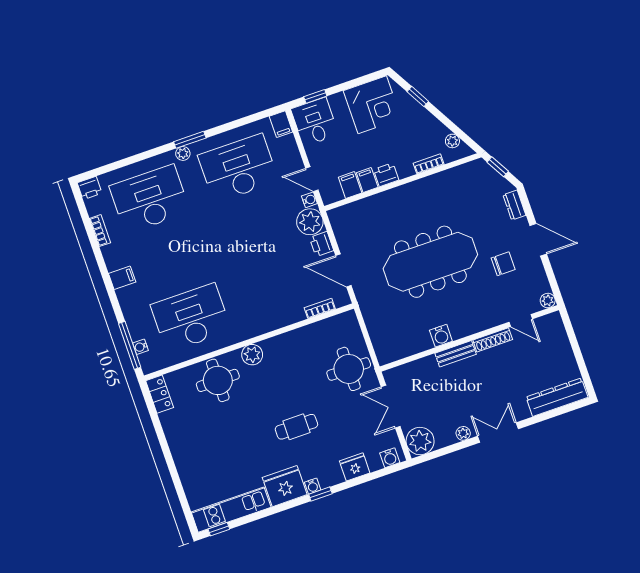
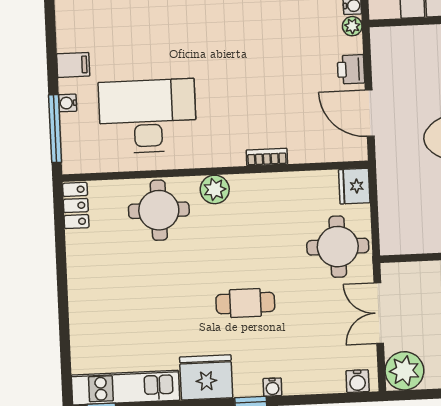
plant: (310, 222) -> (352, 26), width x0.53, depth x0.53
filing cabinet: (122, 278) -> (73, 65), moved
bookcase: (320, 308) -> (267, 157), moved
water cooler: (141, 347) -> (68, 103), moved
fridge: (355, 467) -> (354, 186), moved, turned -90
water cooler: (313, 486) -> (272, 387), moved

